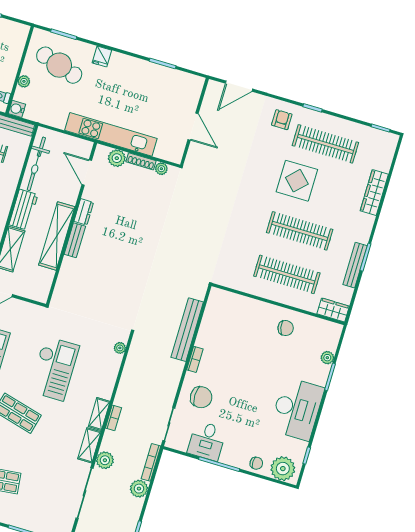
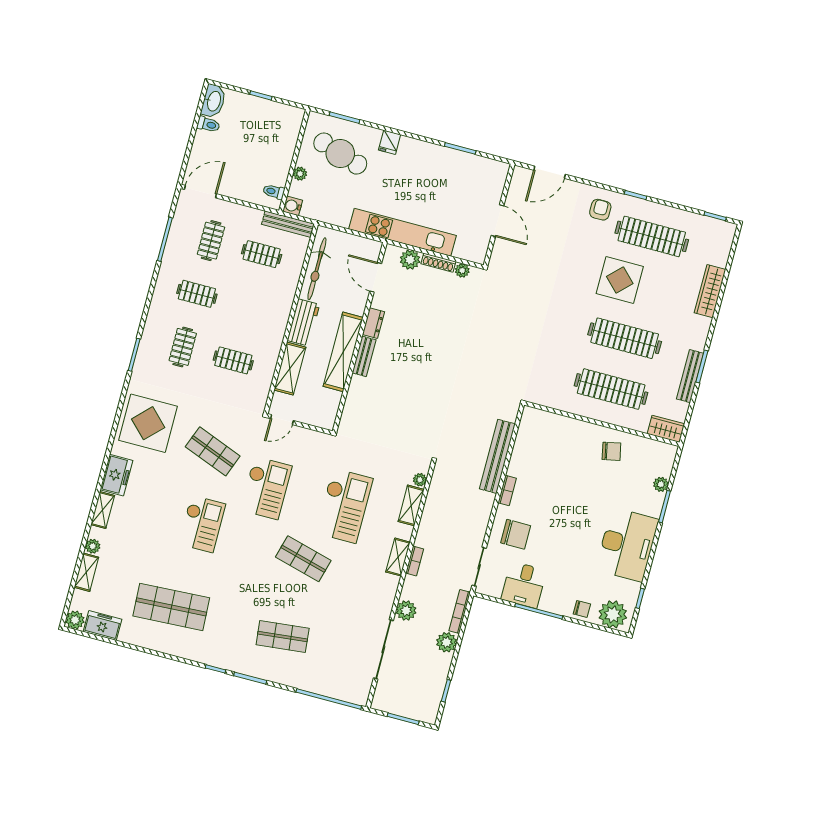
shelving: (89, 445) -> (411, 505), moved

